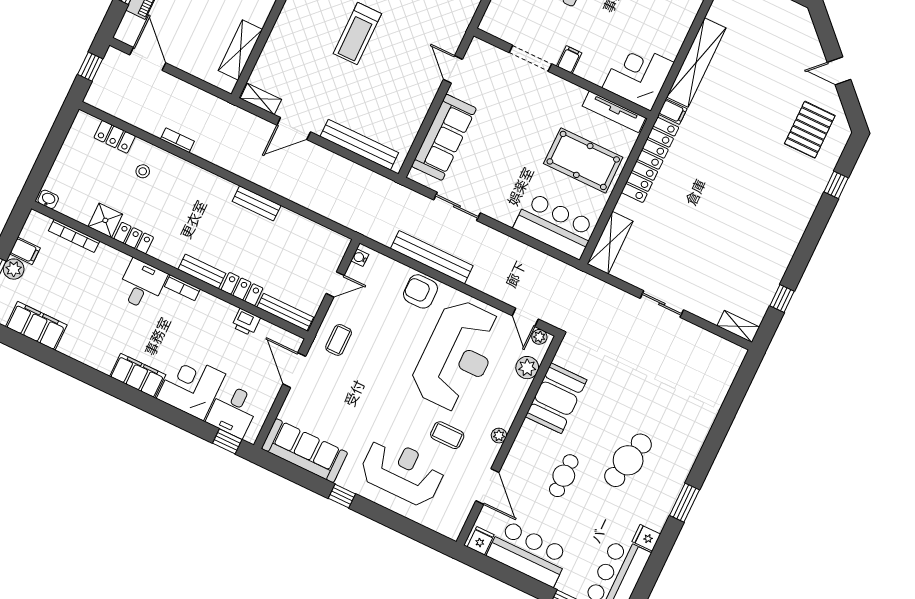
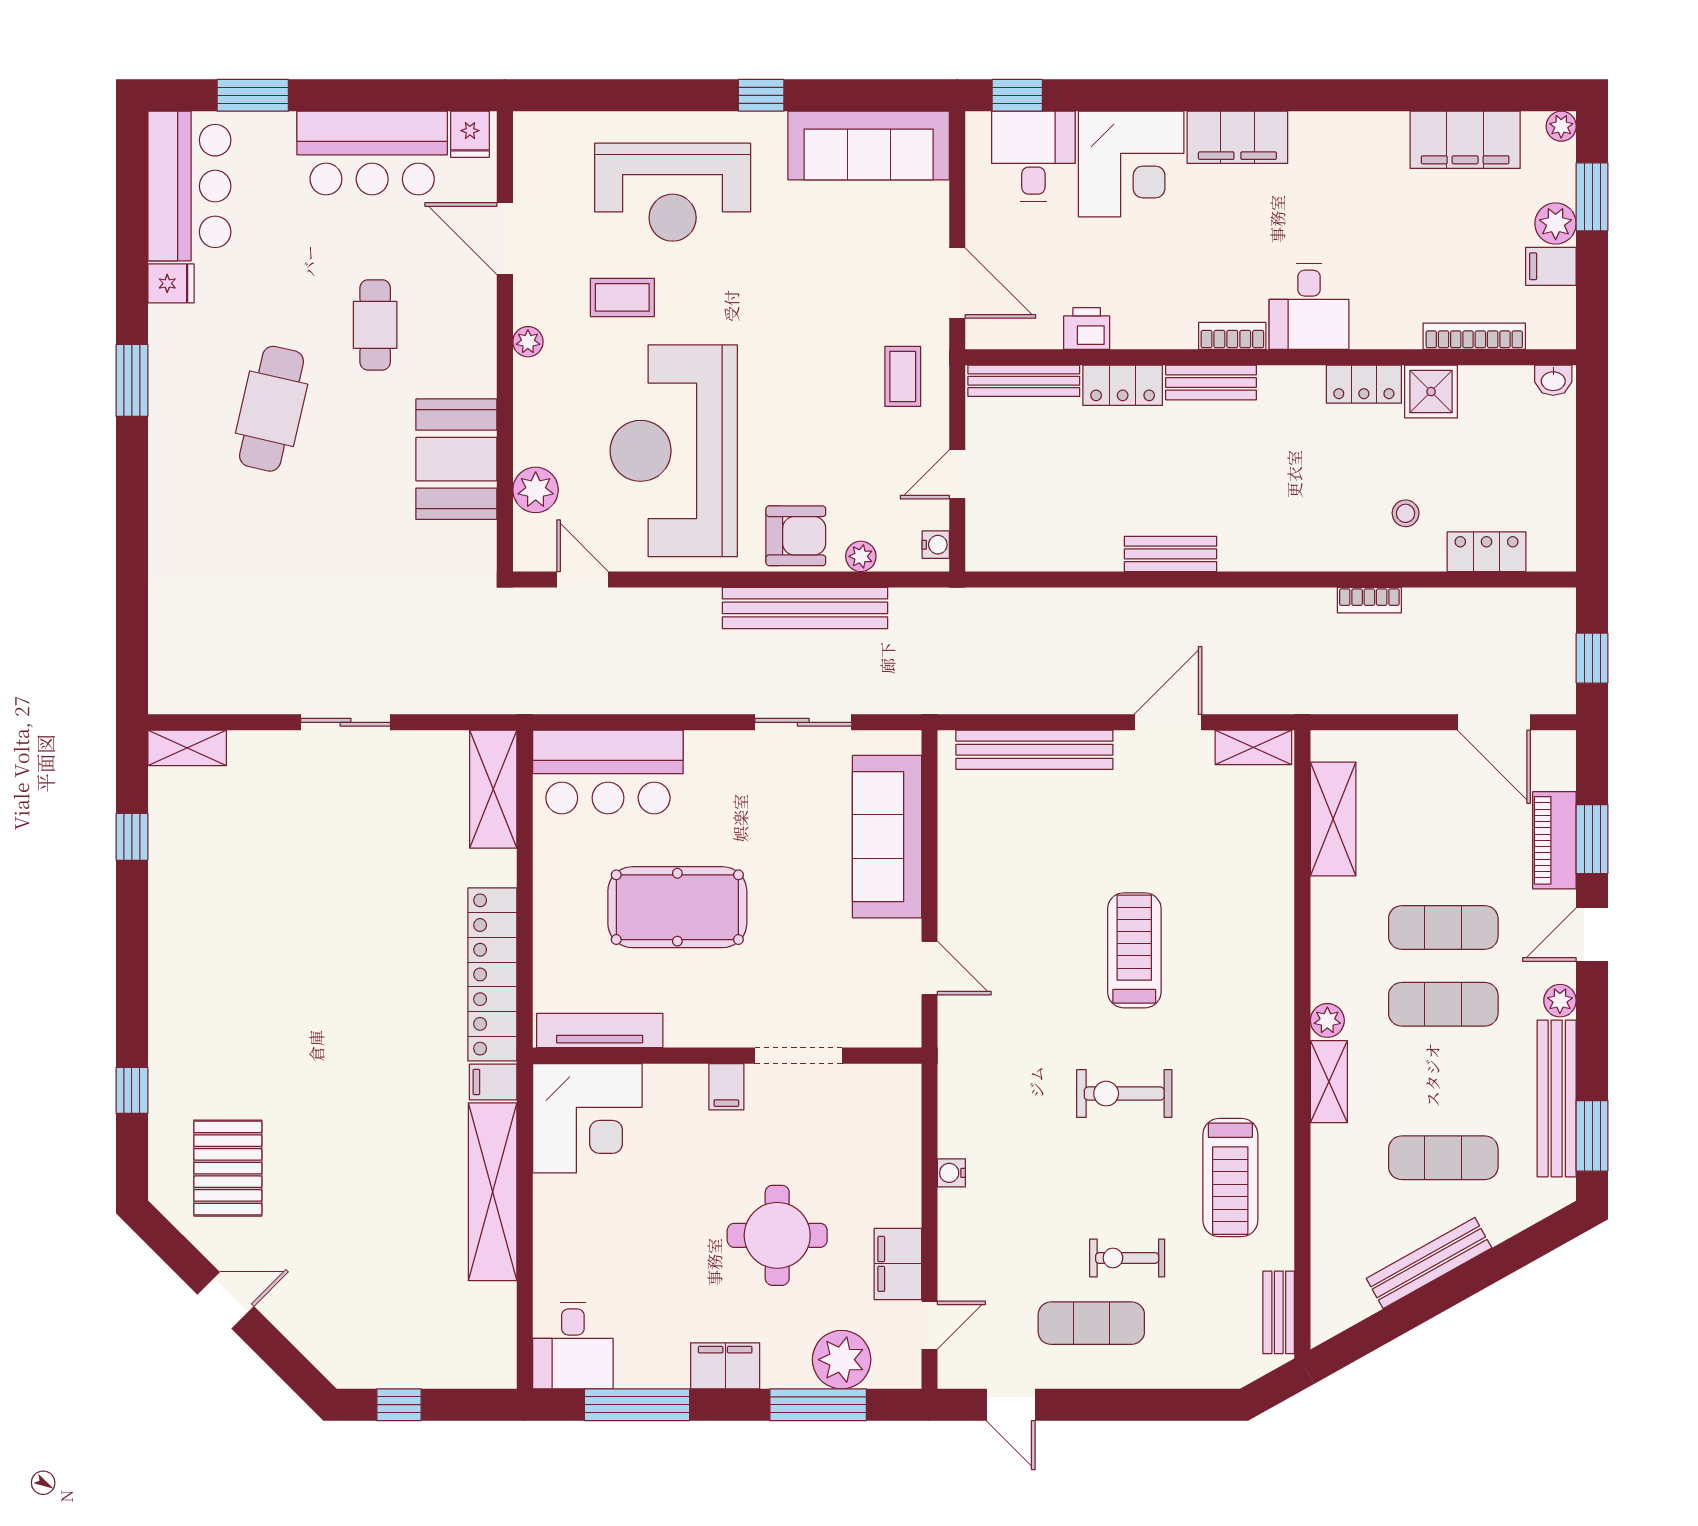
pool table: (583, 160) -> (677, 907), moved
plant: (539, 337) -> (861, 556), moved

